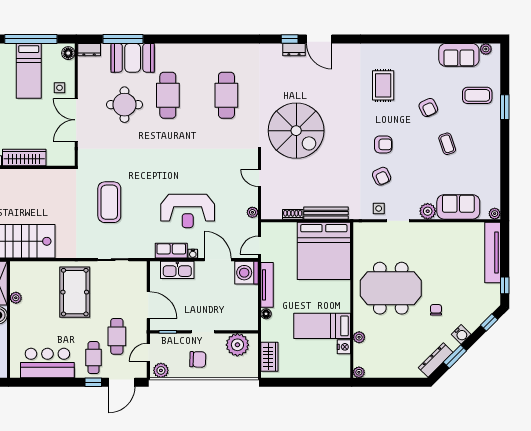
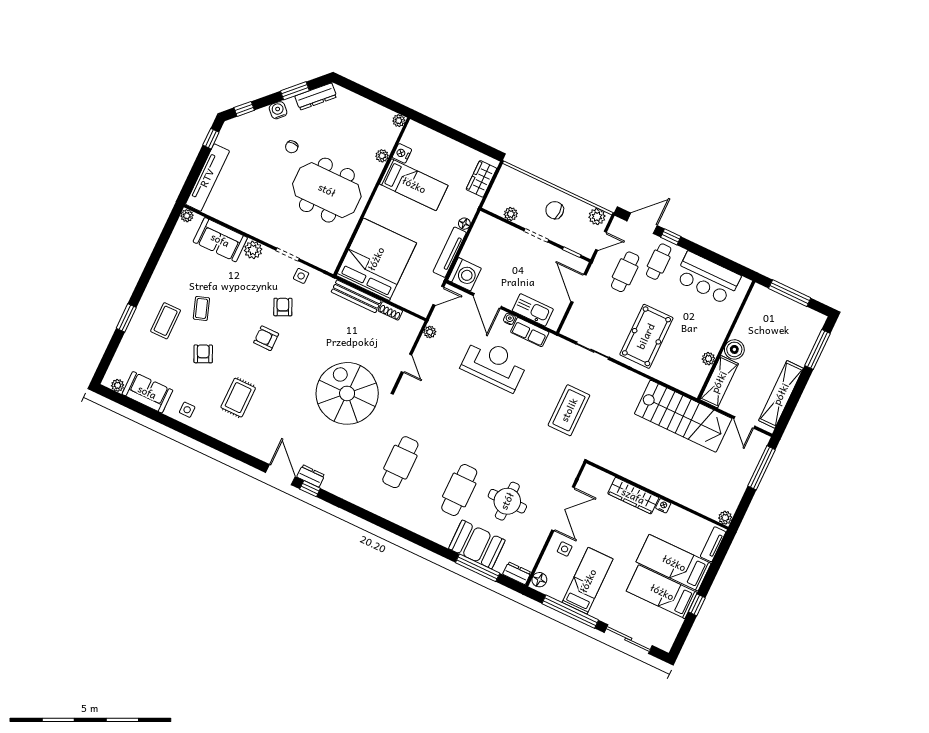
side table: (420, 56) -> (187, 410), added
coffee table: (477, 95) -> (166, 321), moved, turned 90
plant: (237, 345) -> (511, 214), width x0.53, depth x0.53

